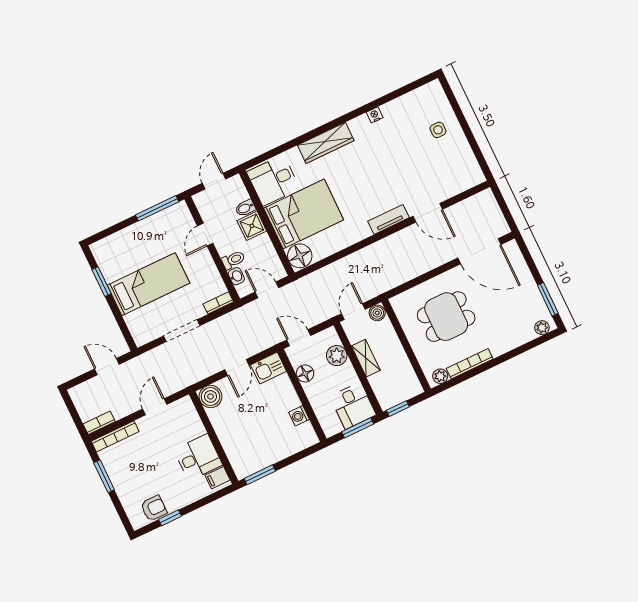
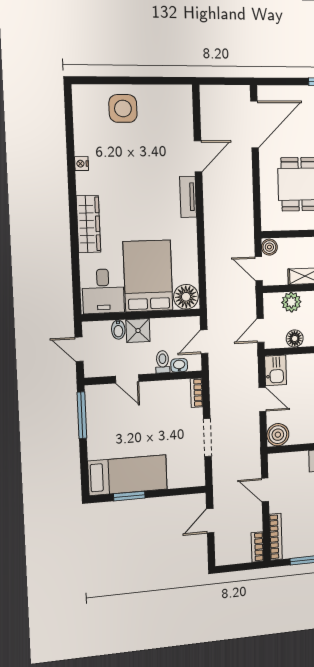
side table: (438, 130) -> (123, 108), width x1.87, depth x1.87
bed: (149, 284) -> (128, 475), moved, turned 90

